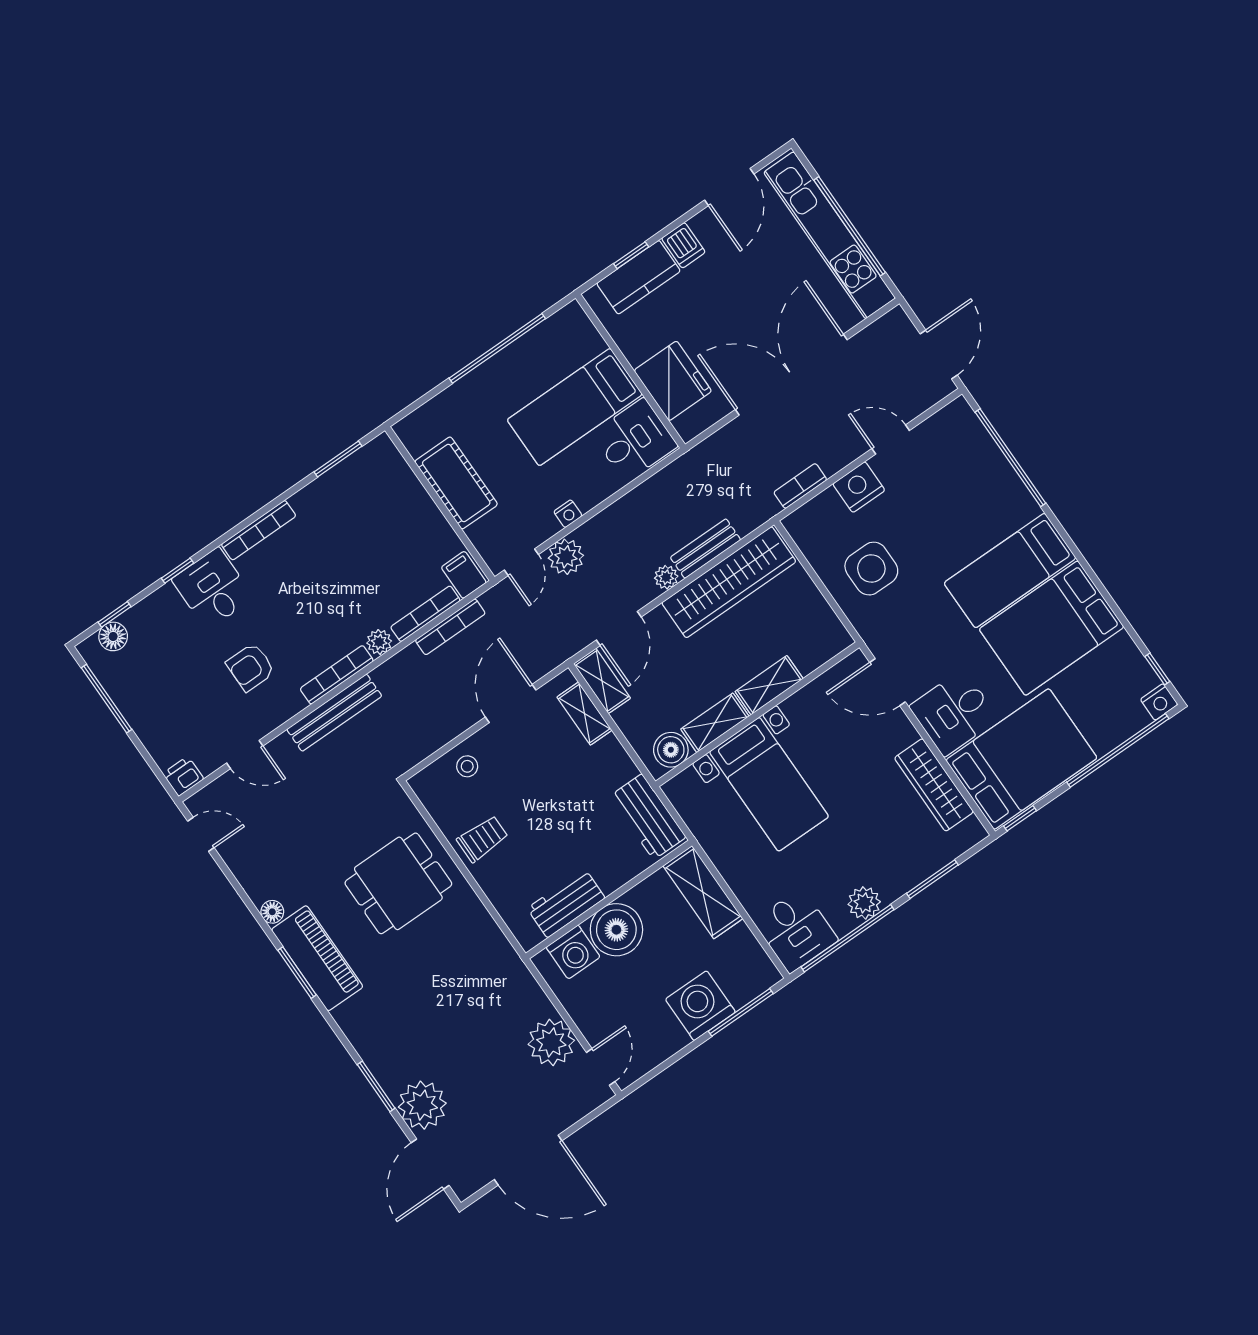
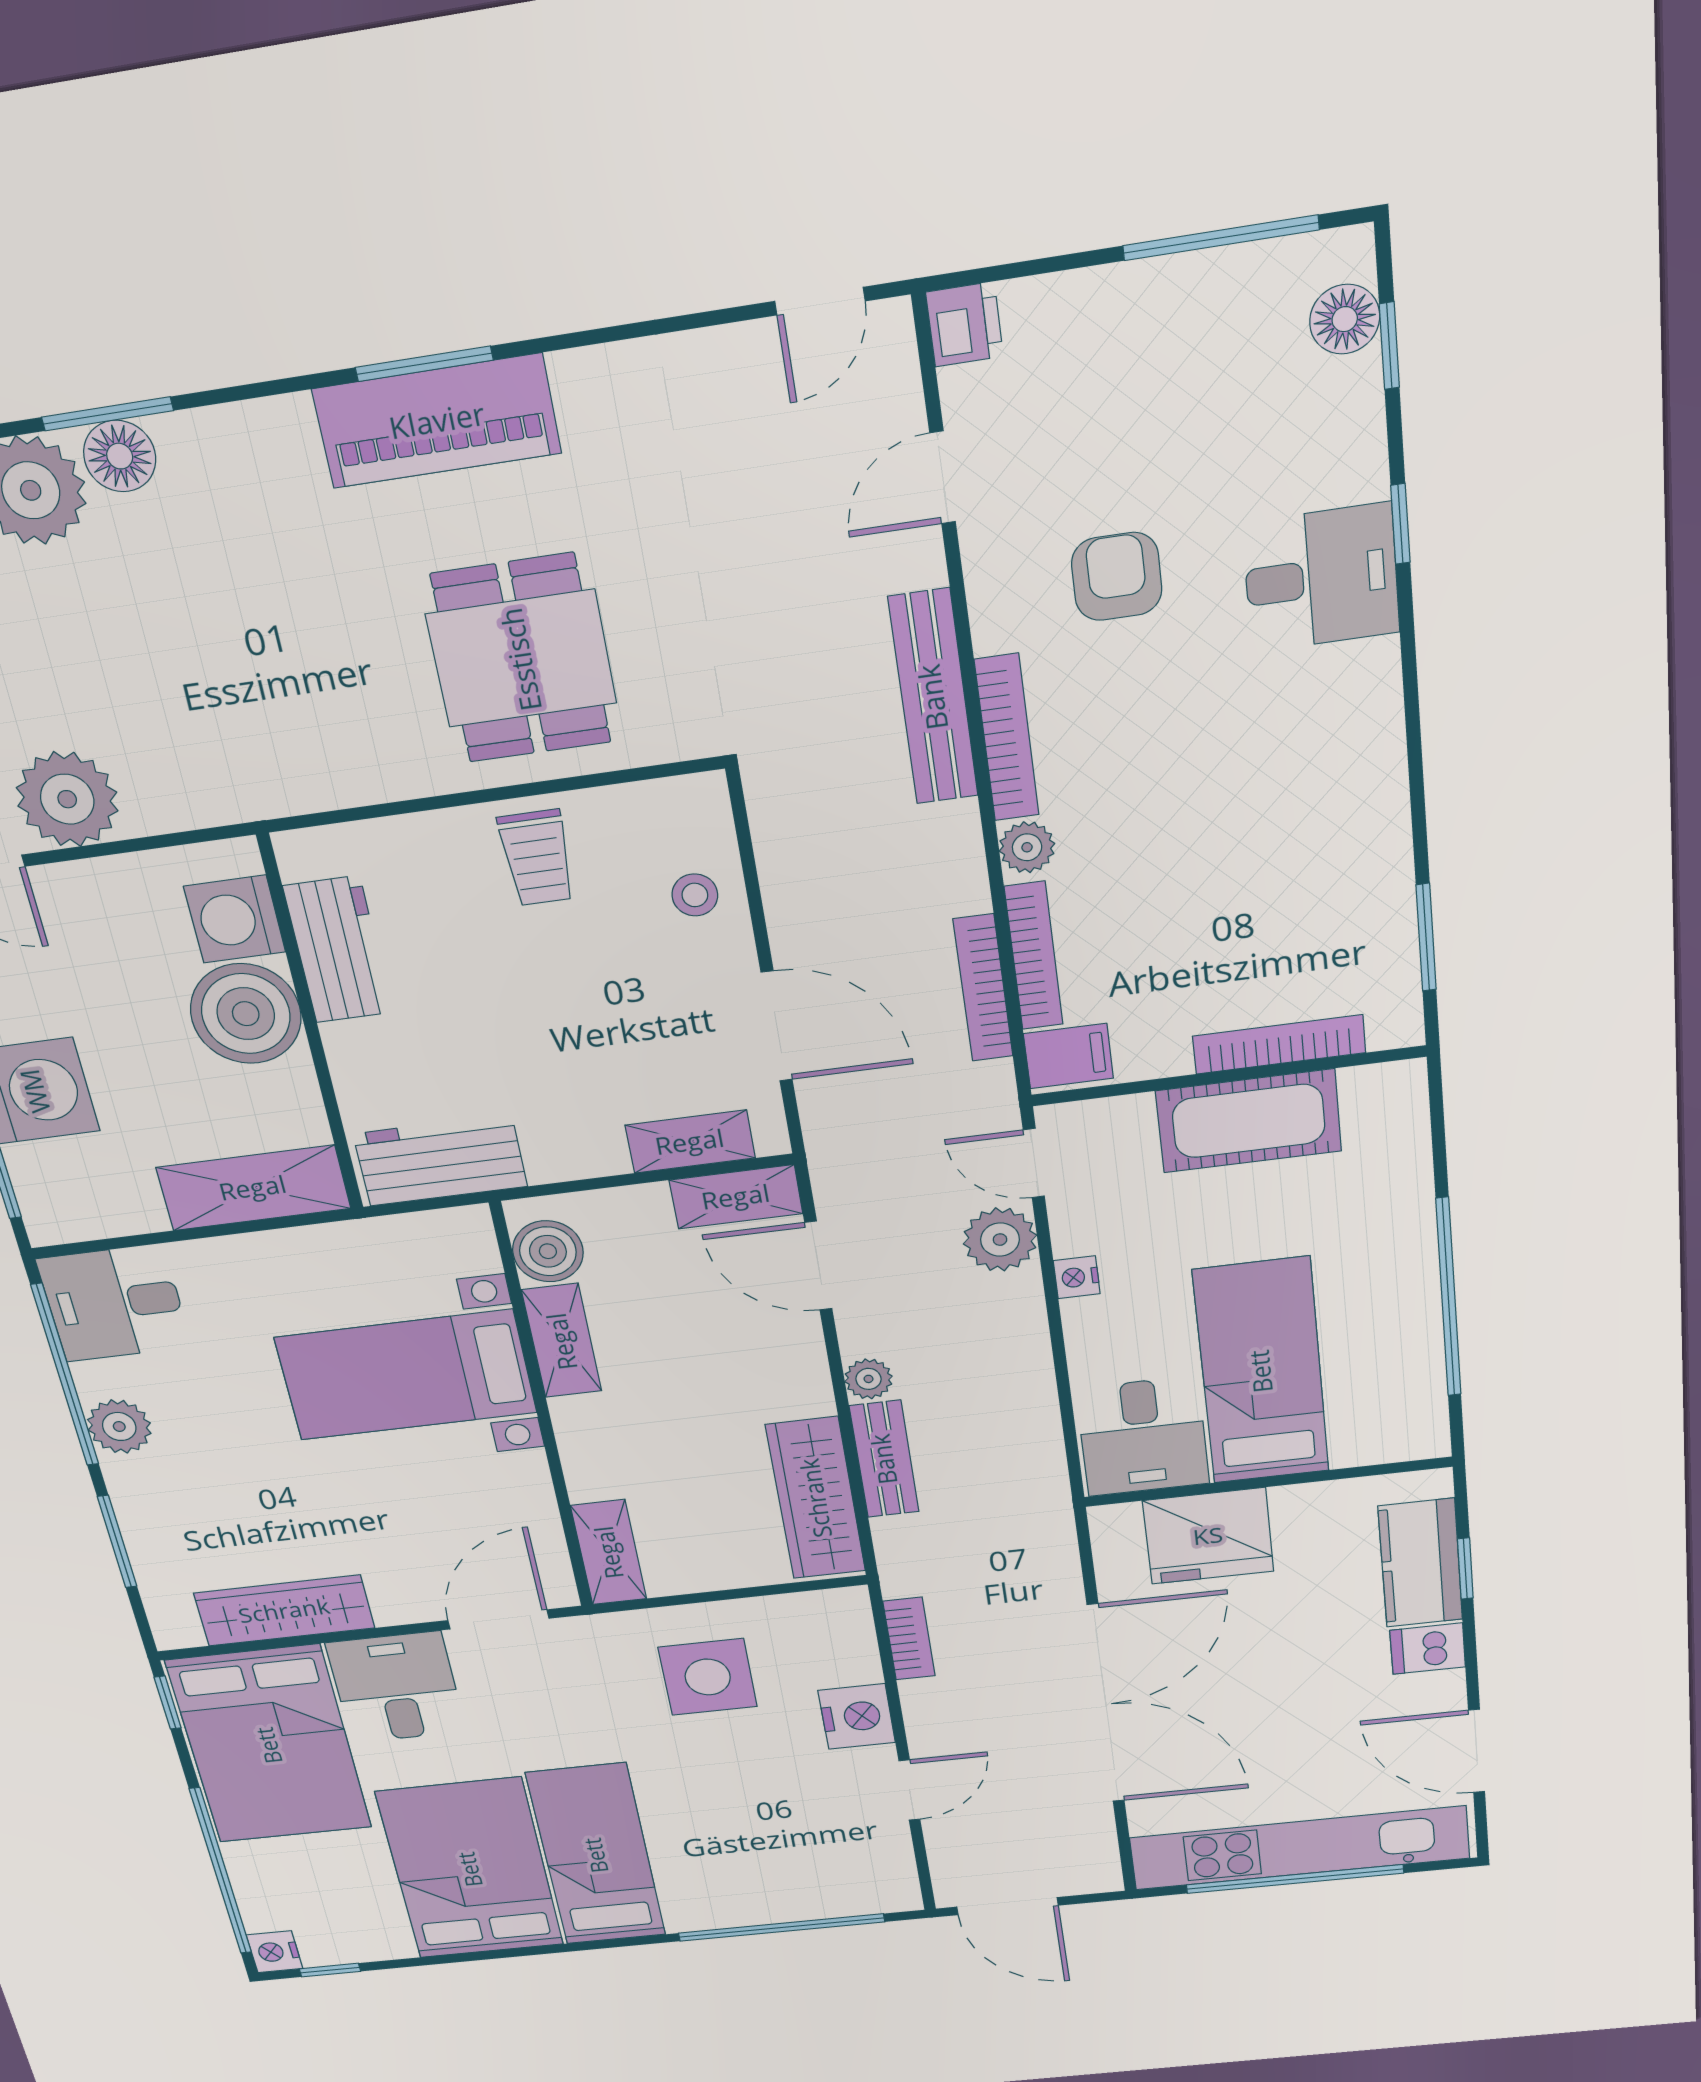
bookcase: (259, 530) -> (1279, 1044), moved, turned 90
wardrobe: (729, 582) -> (816, 1498), width x0.71, depth x0.85
shelving: (769, 685) -> (609, 1552), moved
floor lamp: (272, 912) -> (120, 456), moved, width x1.37, depth x1.37

